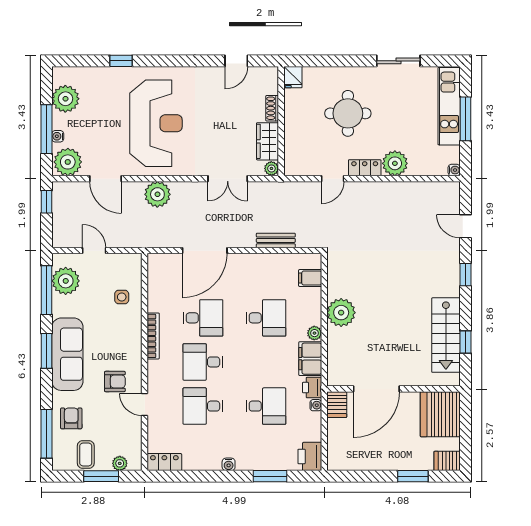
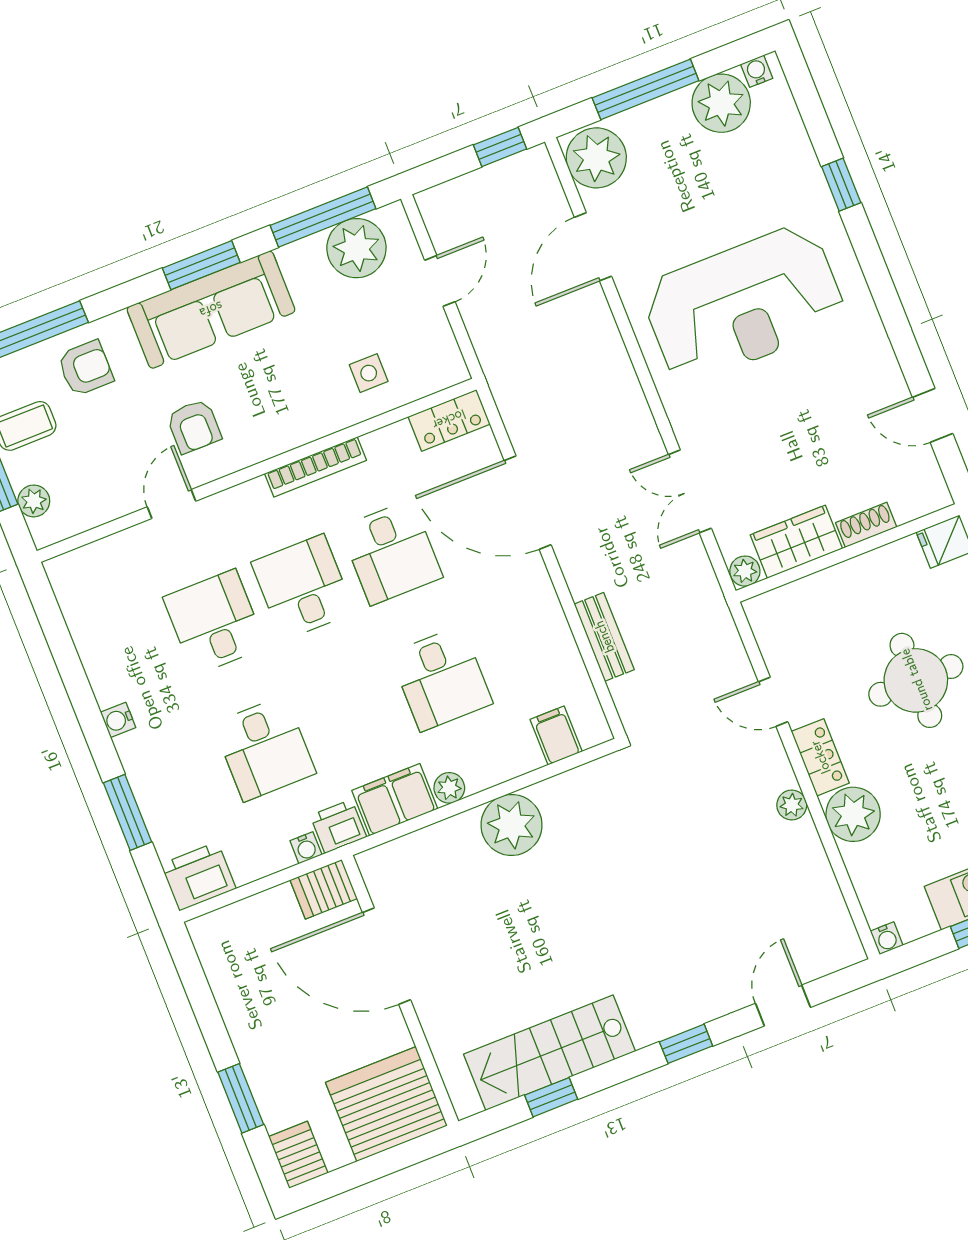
water cooler: (58, 136) -> (757, 71), moved
plant: (157, 194) -> (792, 805), moved, width x0.53, depth x0.53
locker: (164, 462) -> (449, 420), moved, turned 90

